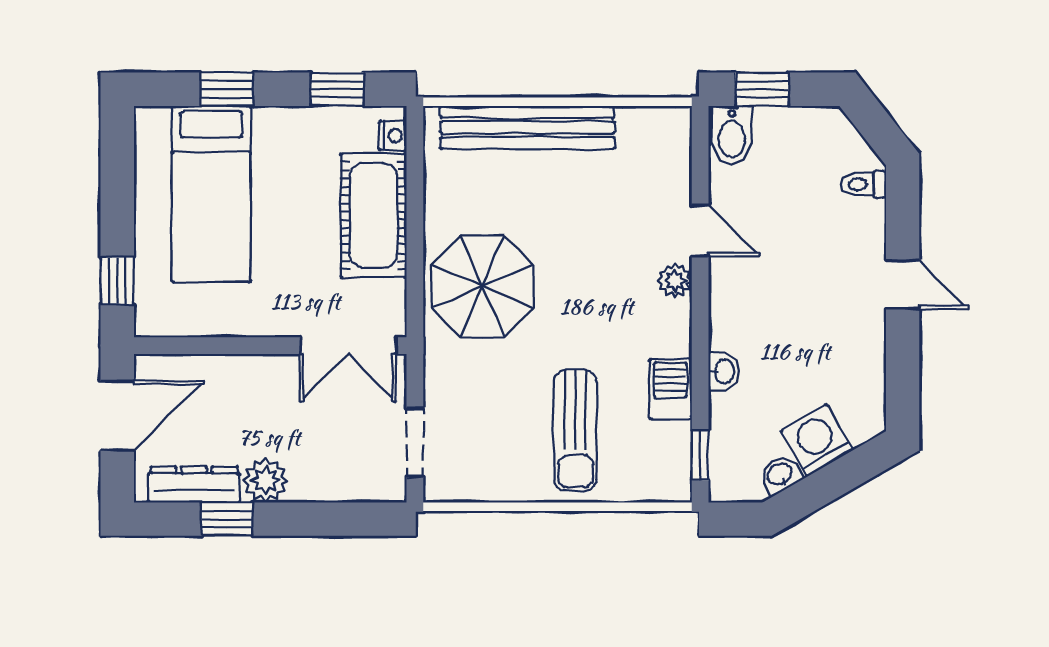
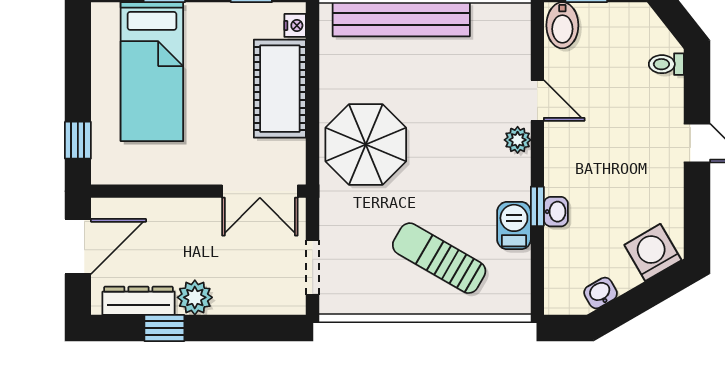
sun lounger: (575, 430) -> (439, 258), turned 120
washing machine: (817, 440) -> (653, 252), moved
window: (700, 455) -> (537, 206), moved

